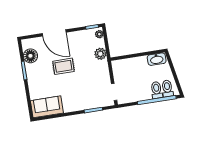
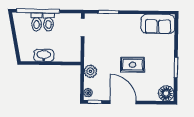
door: (54, 33) -> (123, 102), moved
floor lamp: (30, 56) -> (166, 93), moved
washbasin: (157, 59) -> (44, 55), moved
toilet: (167, 88) -> (48, 22), moved

